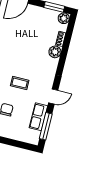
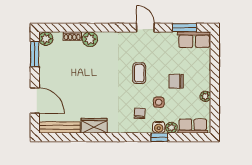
row of seats: (38, 117) -> (194, 40), moved
window: (46, 126) -> (184, 28), width x0.69

